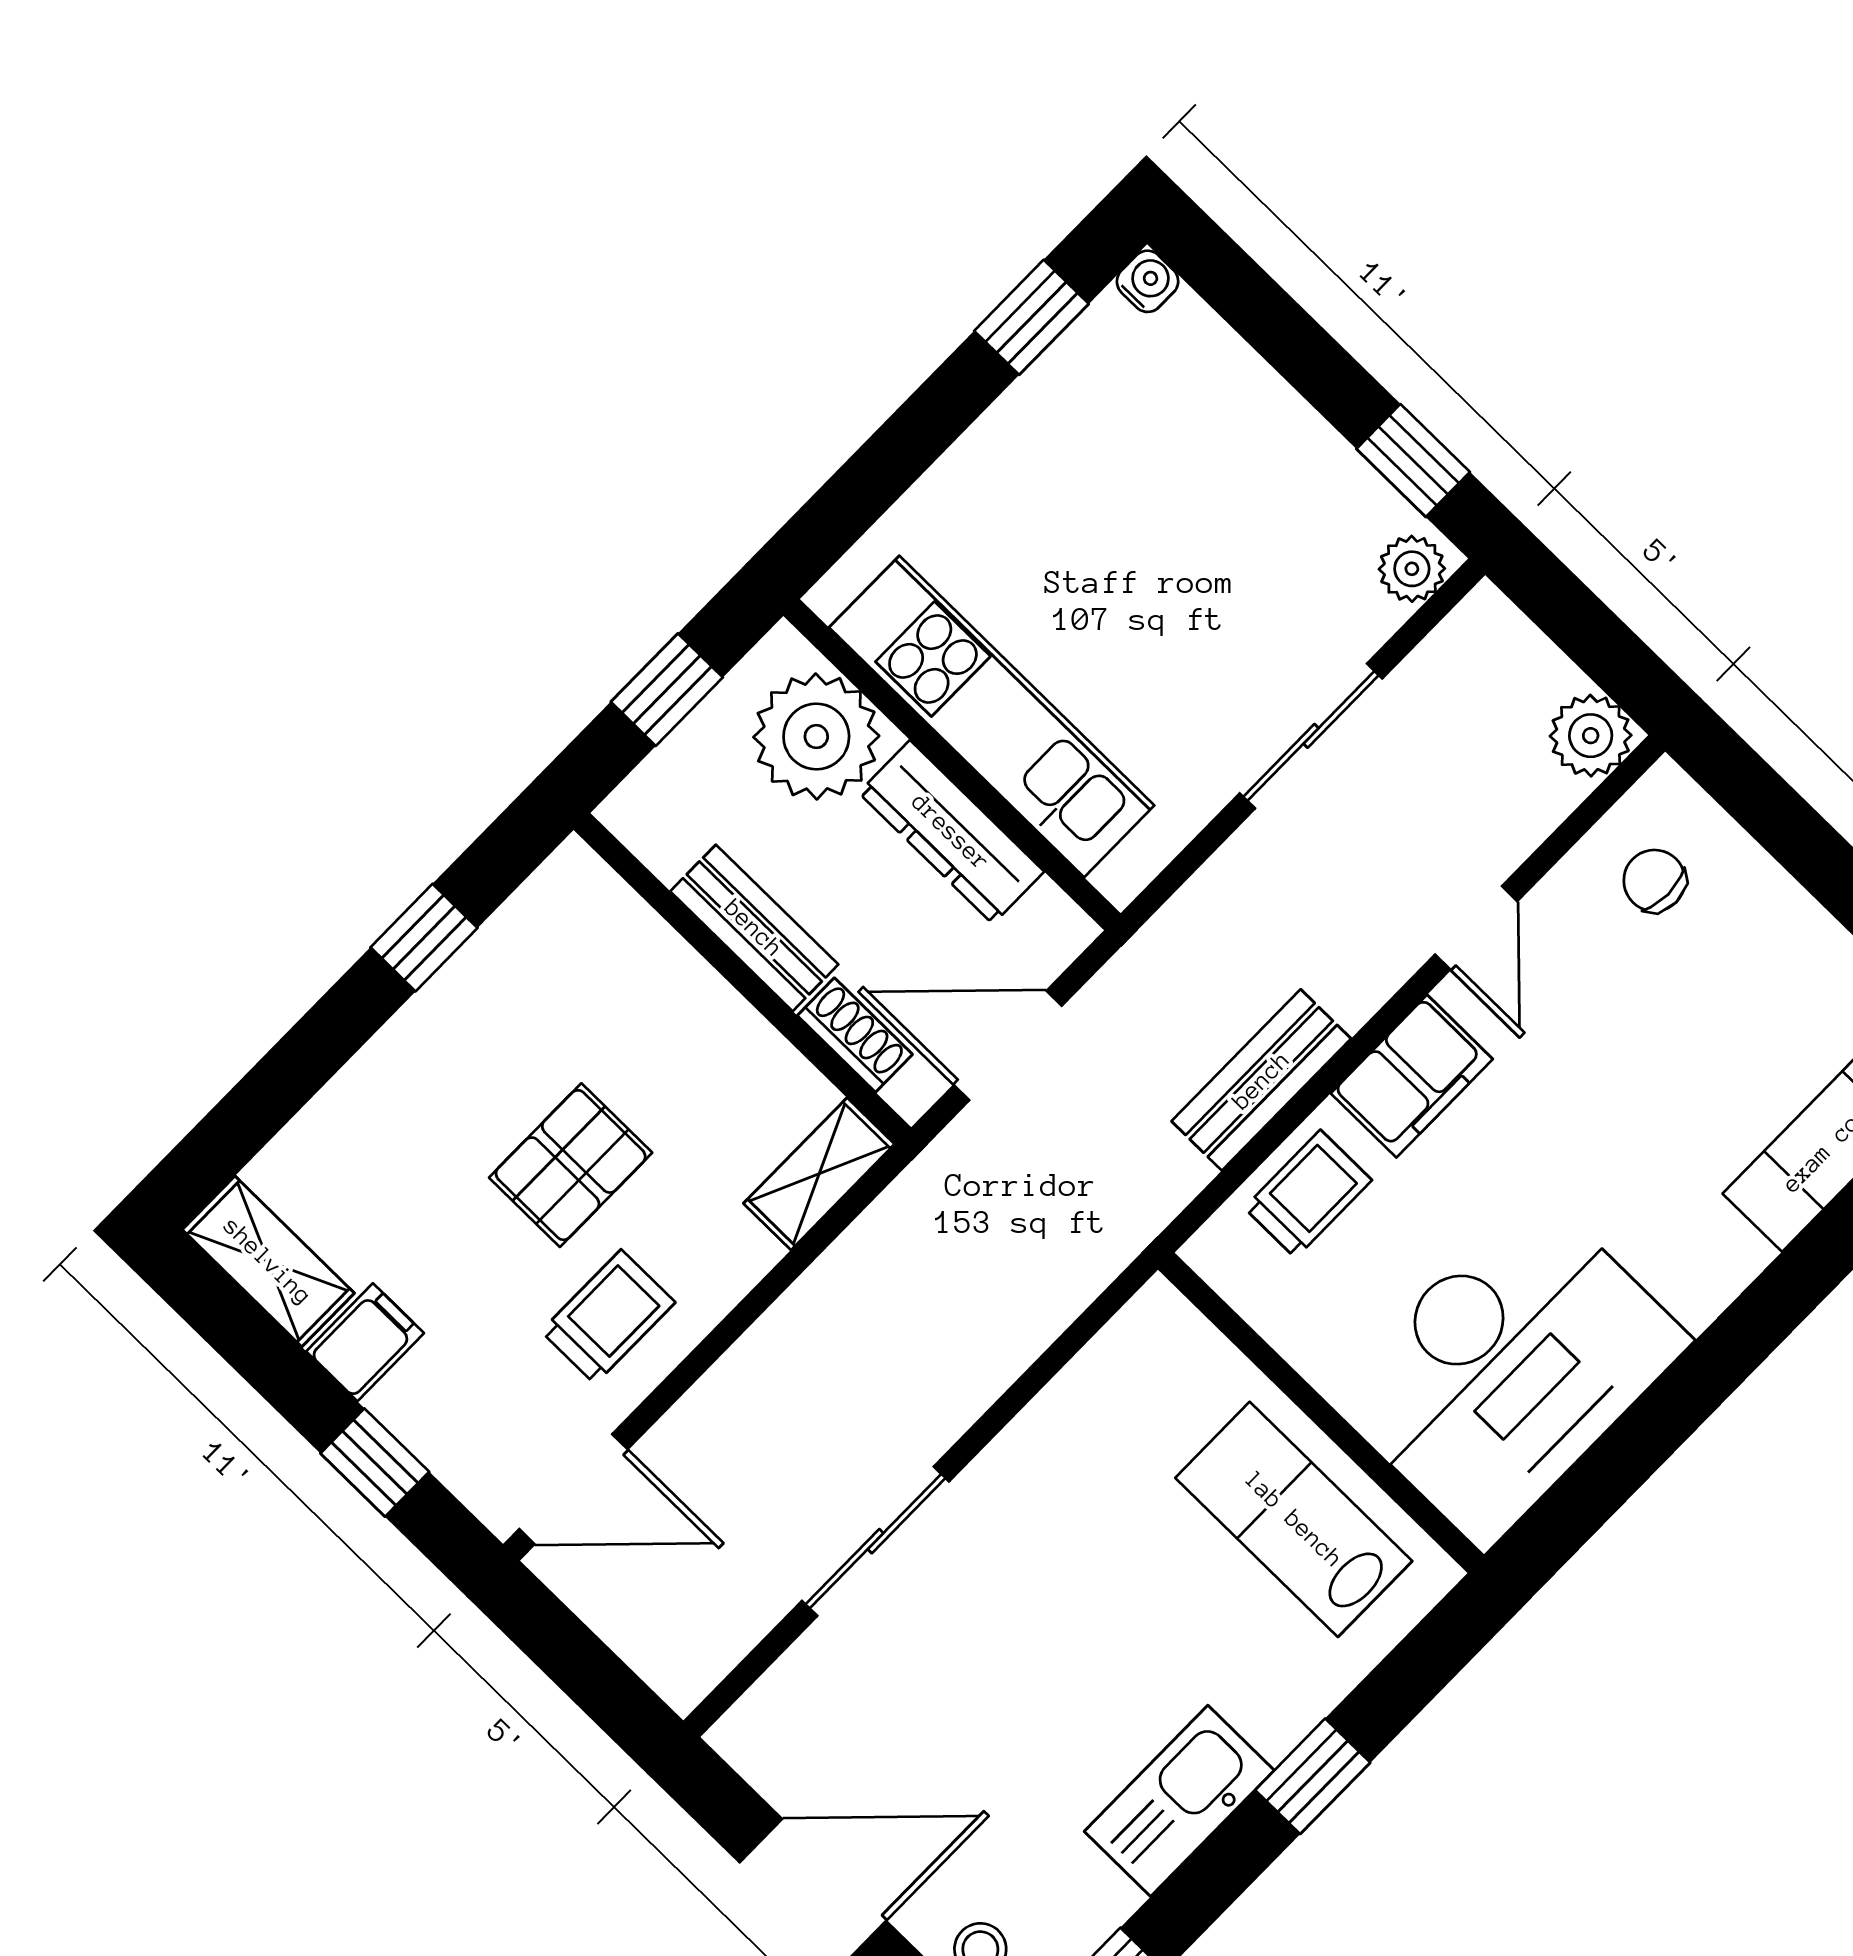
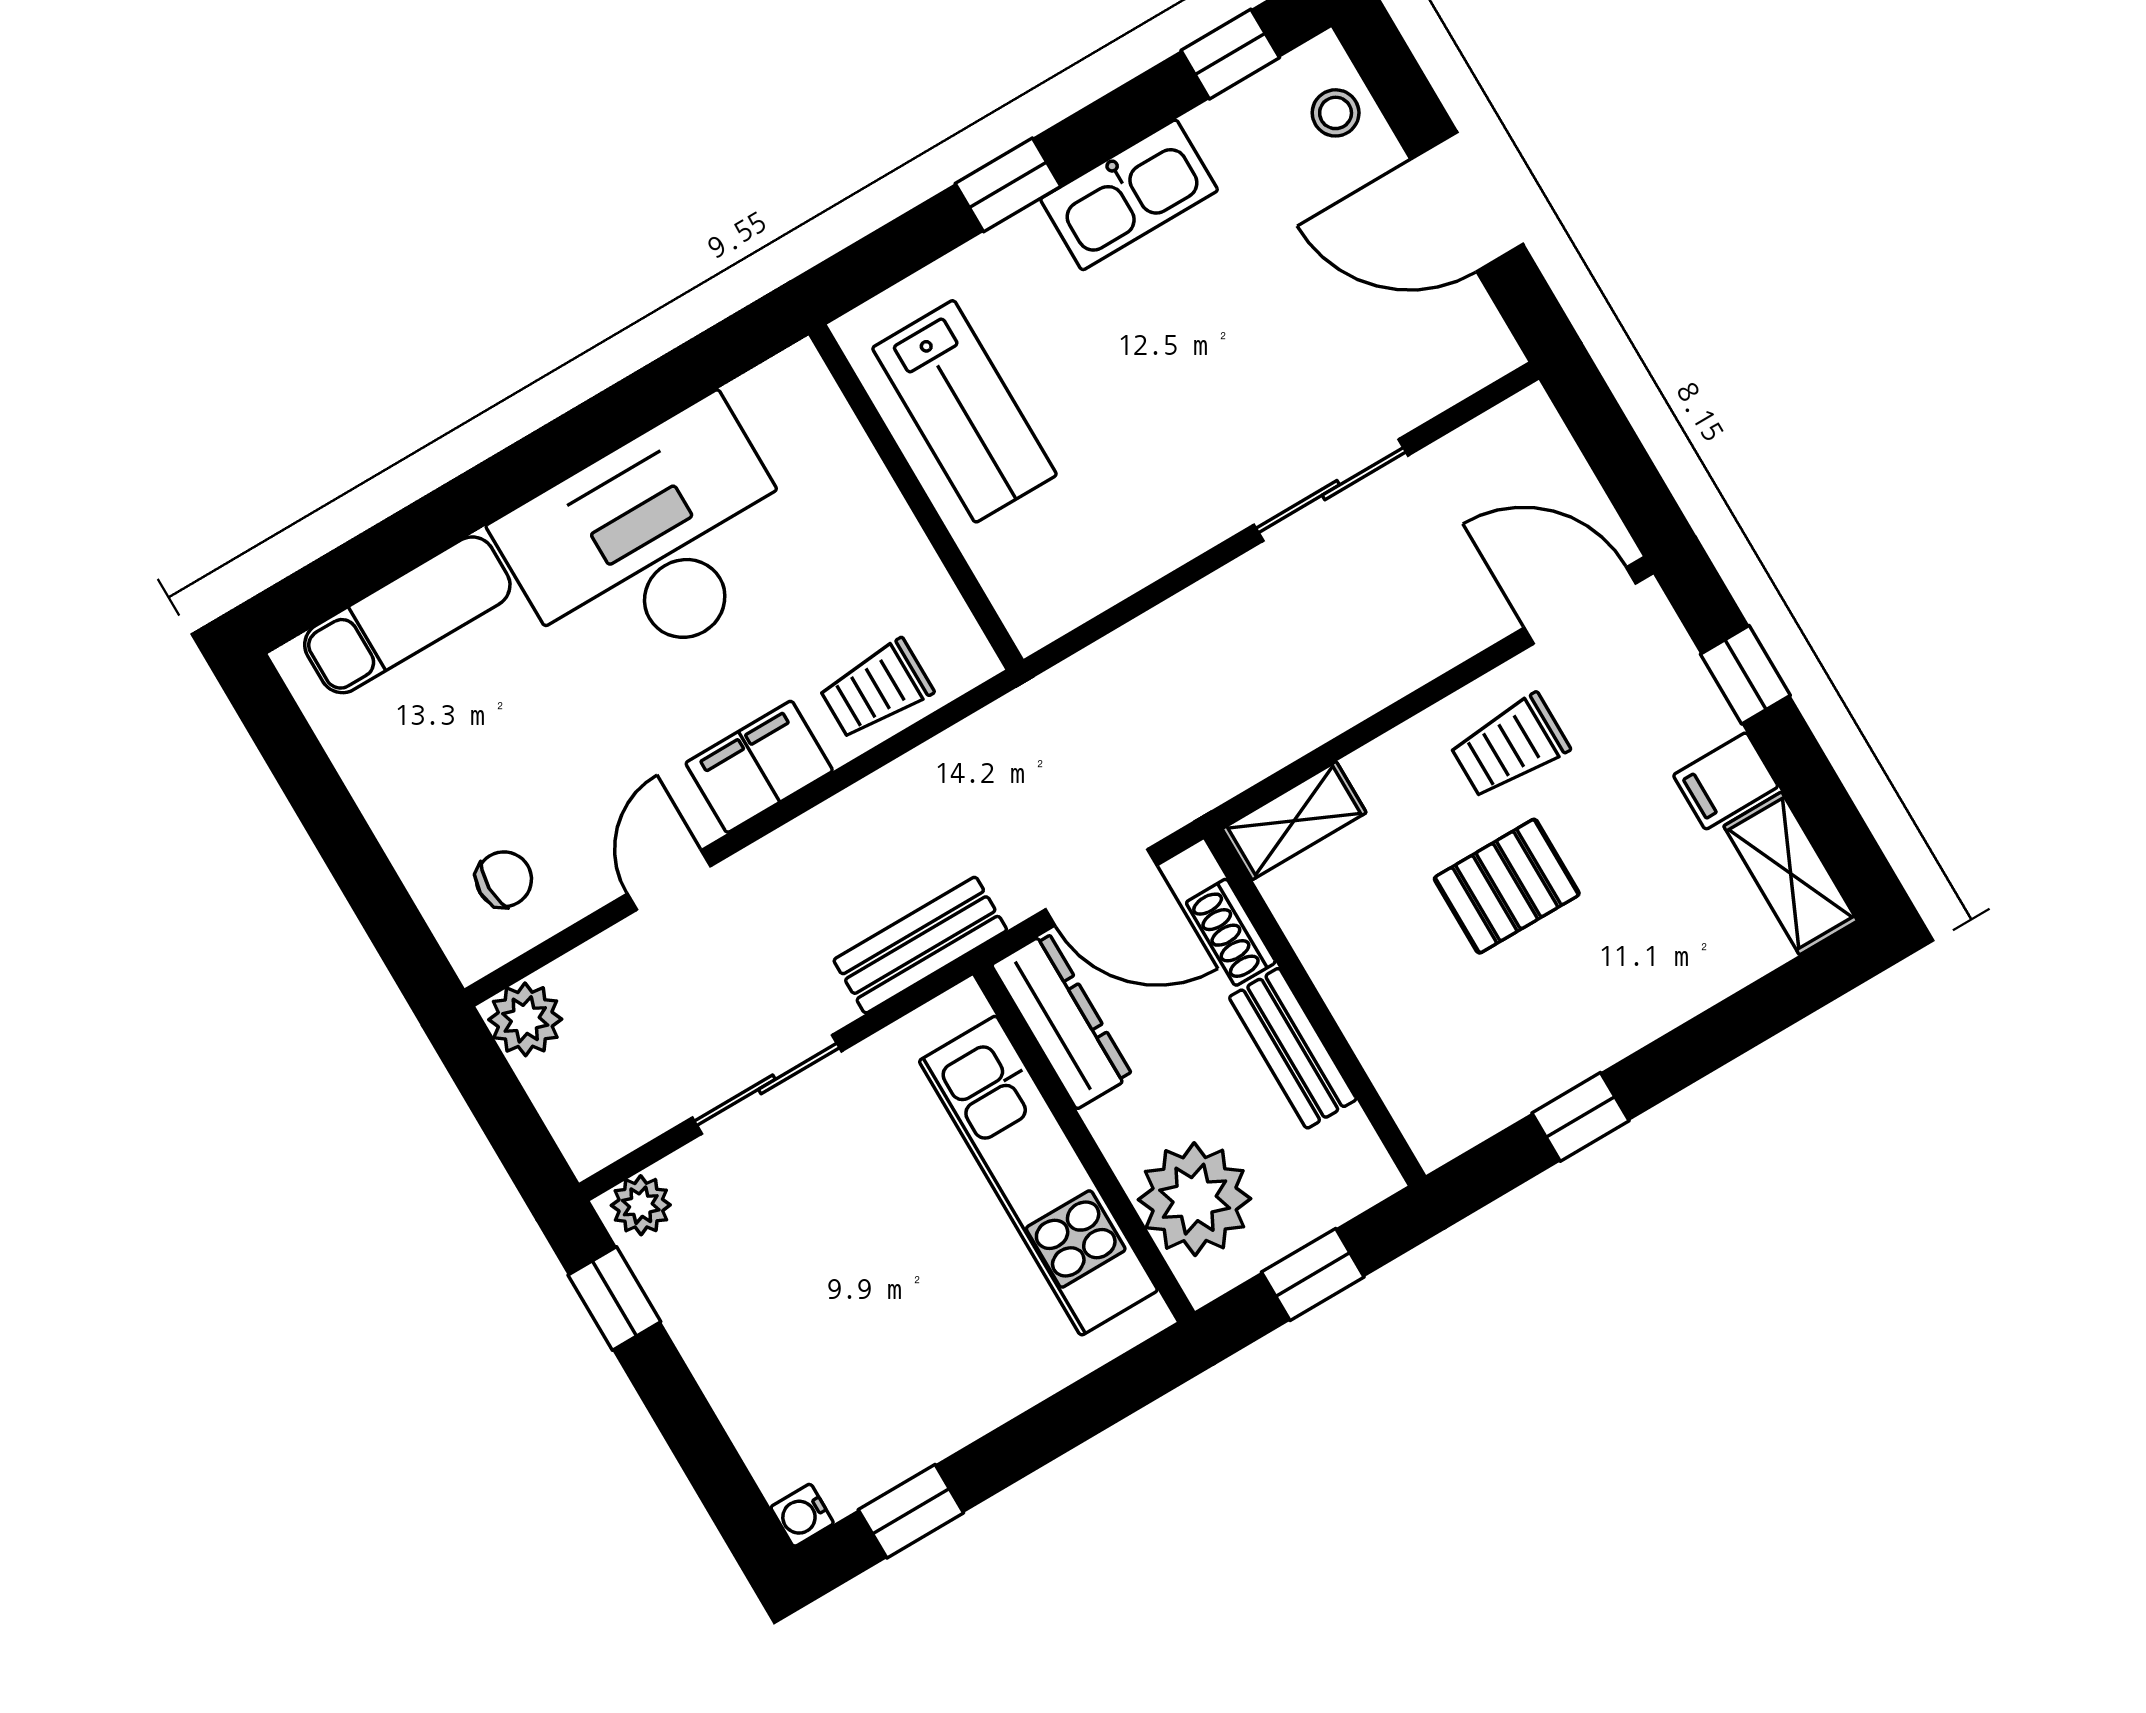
dresser: (951, 832) -> (1062, 1020), moved
chair: (1654, 881) -> (504, 879), turned -90
bench: (1261, 1080) -> (920, 945), moved
desk: (1509, 1369) -> (653, 544), moved

